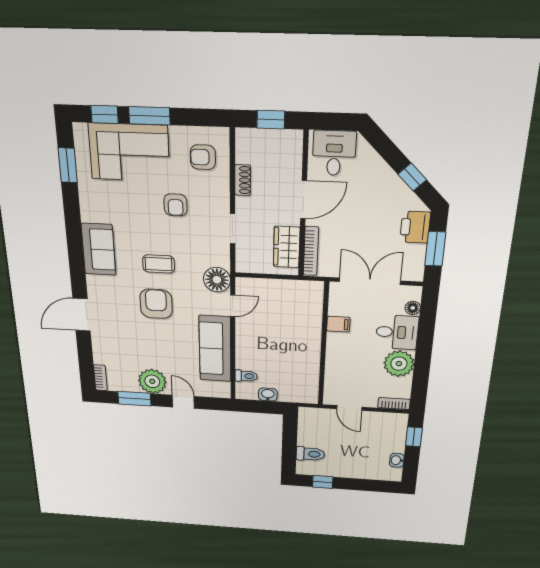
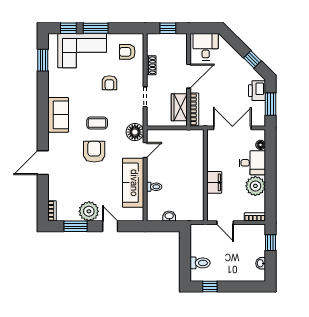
filing cabinet: (338, 324) -> (214, 182), moved, width x2.00
toilet: (246, 376) -> (154, 187), moved

